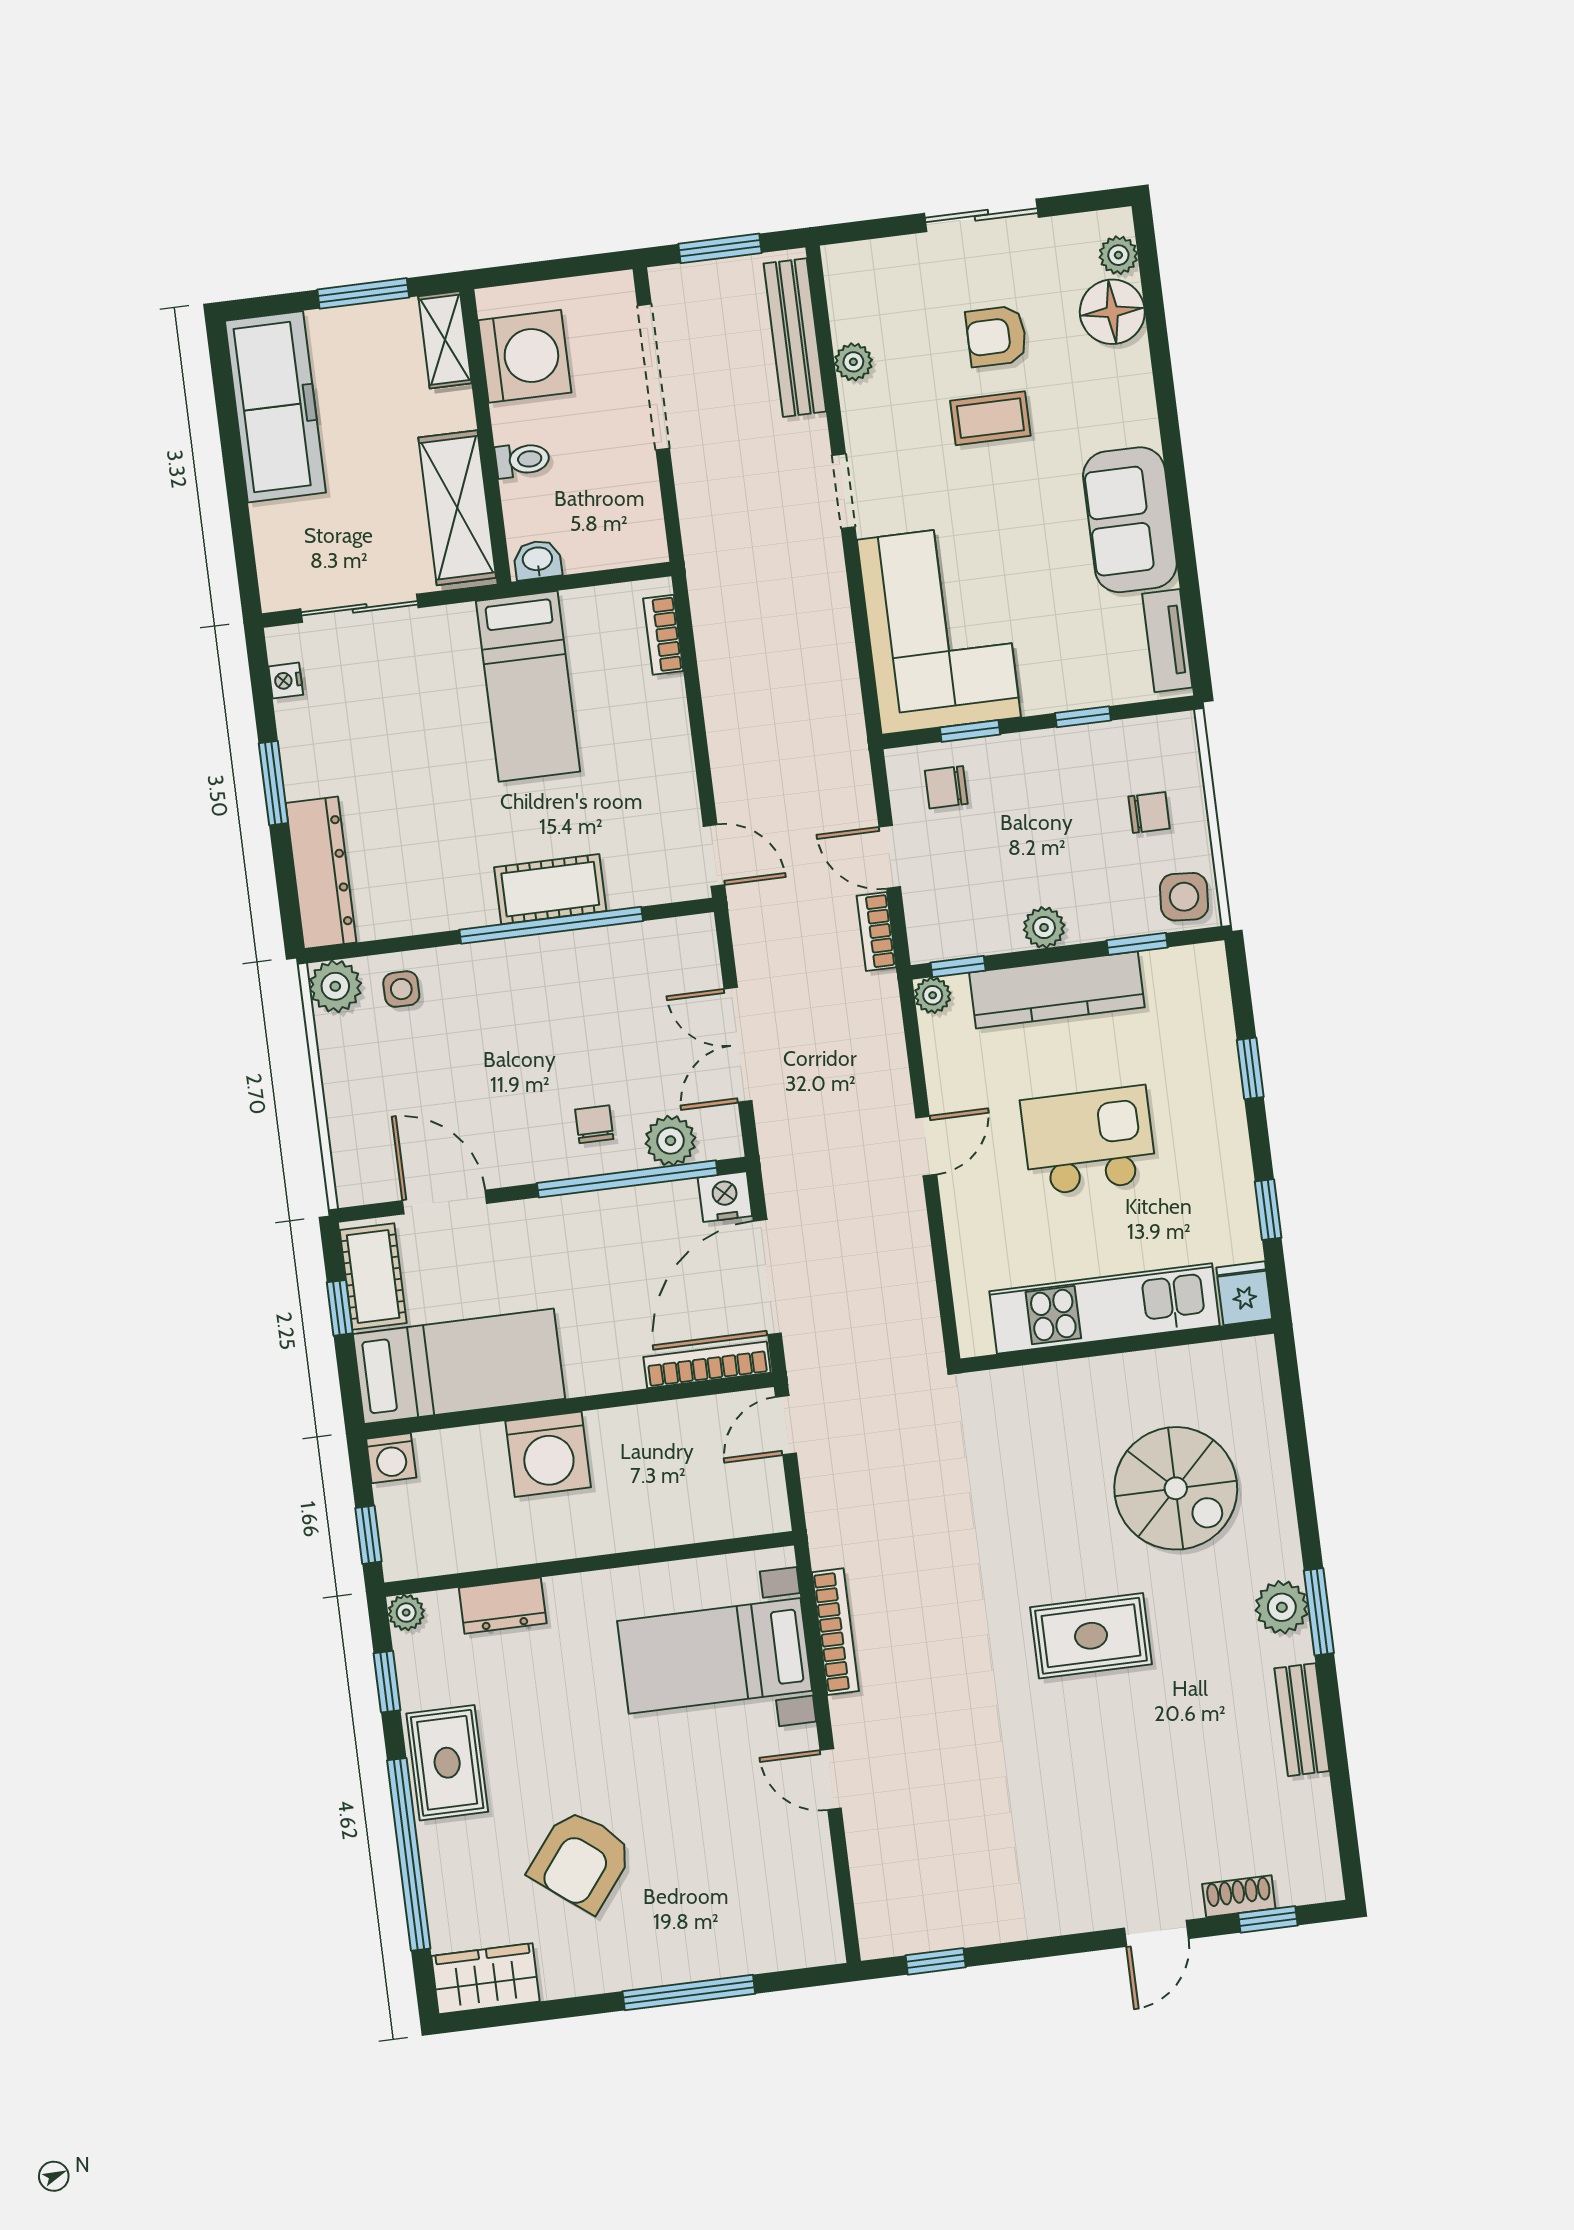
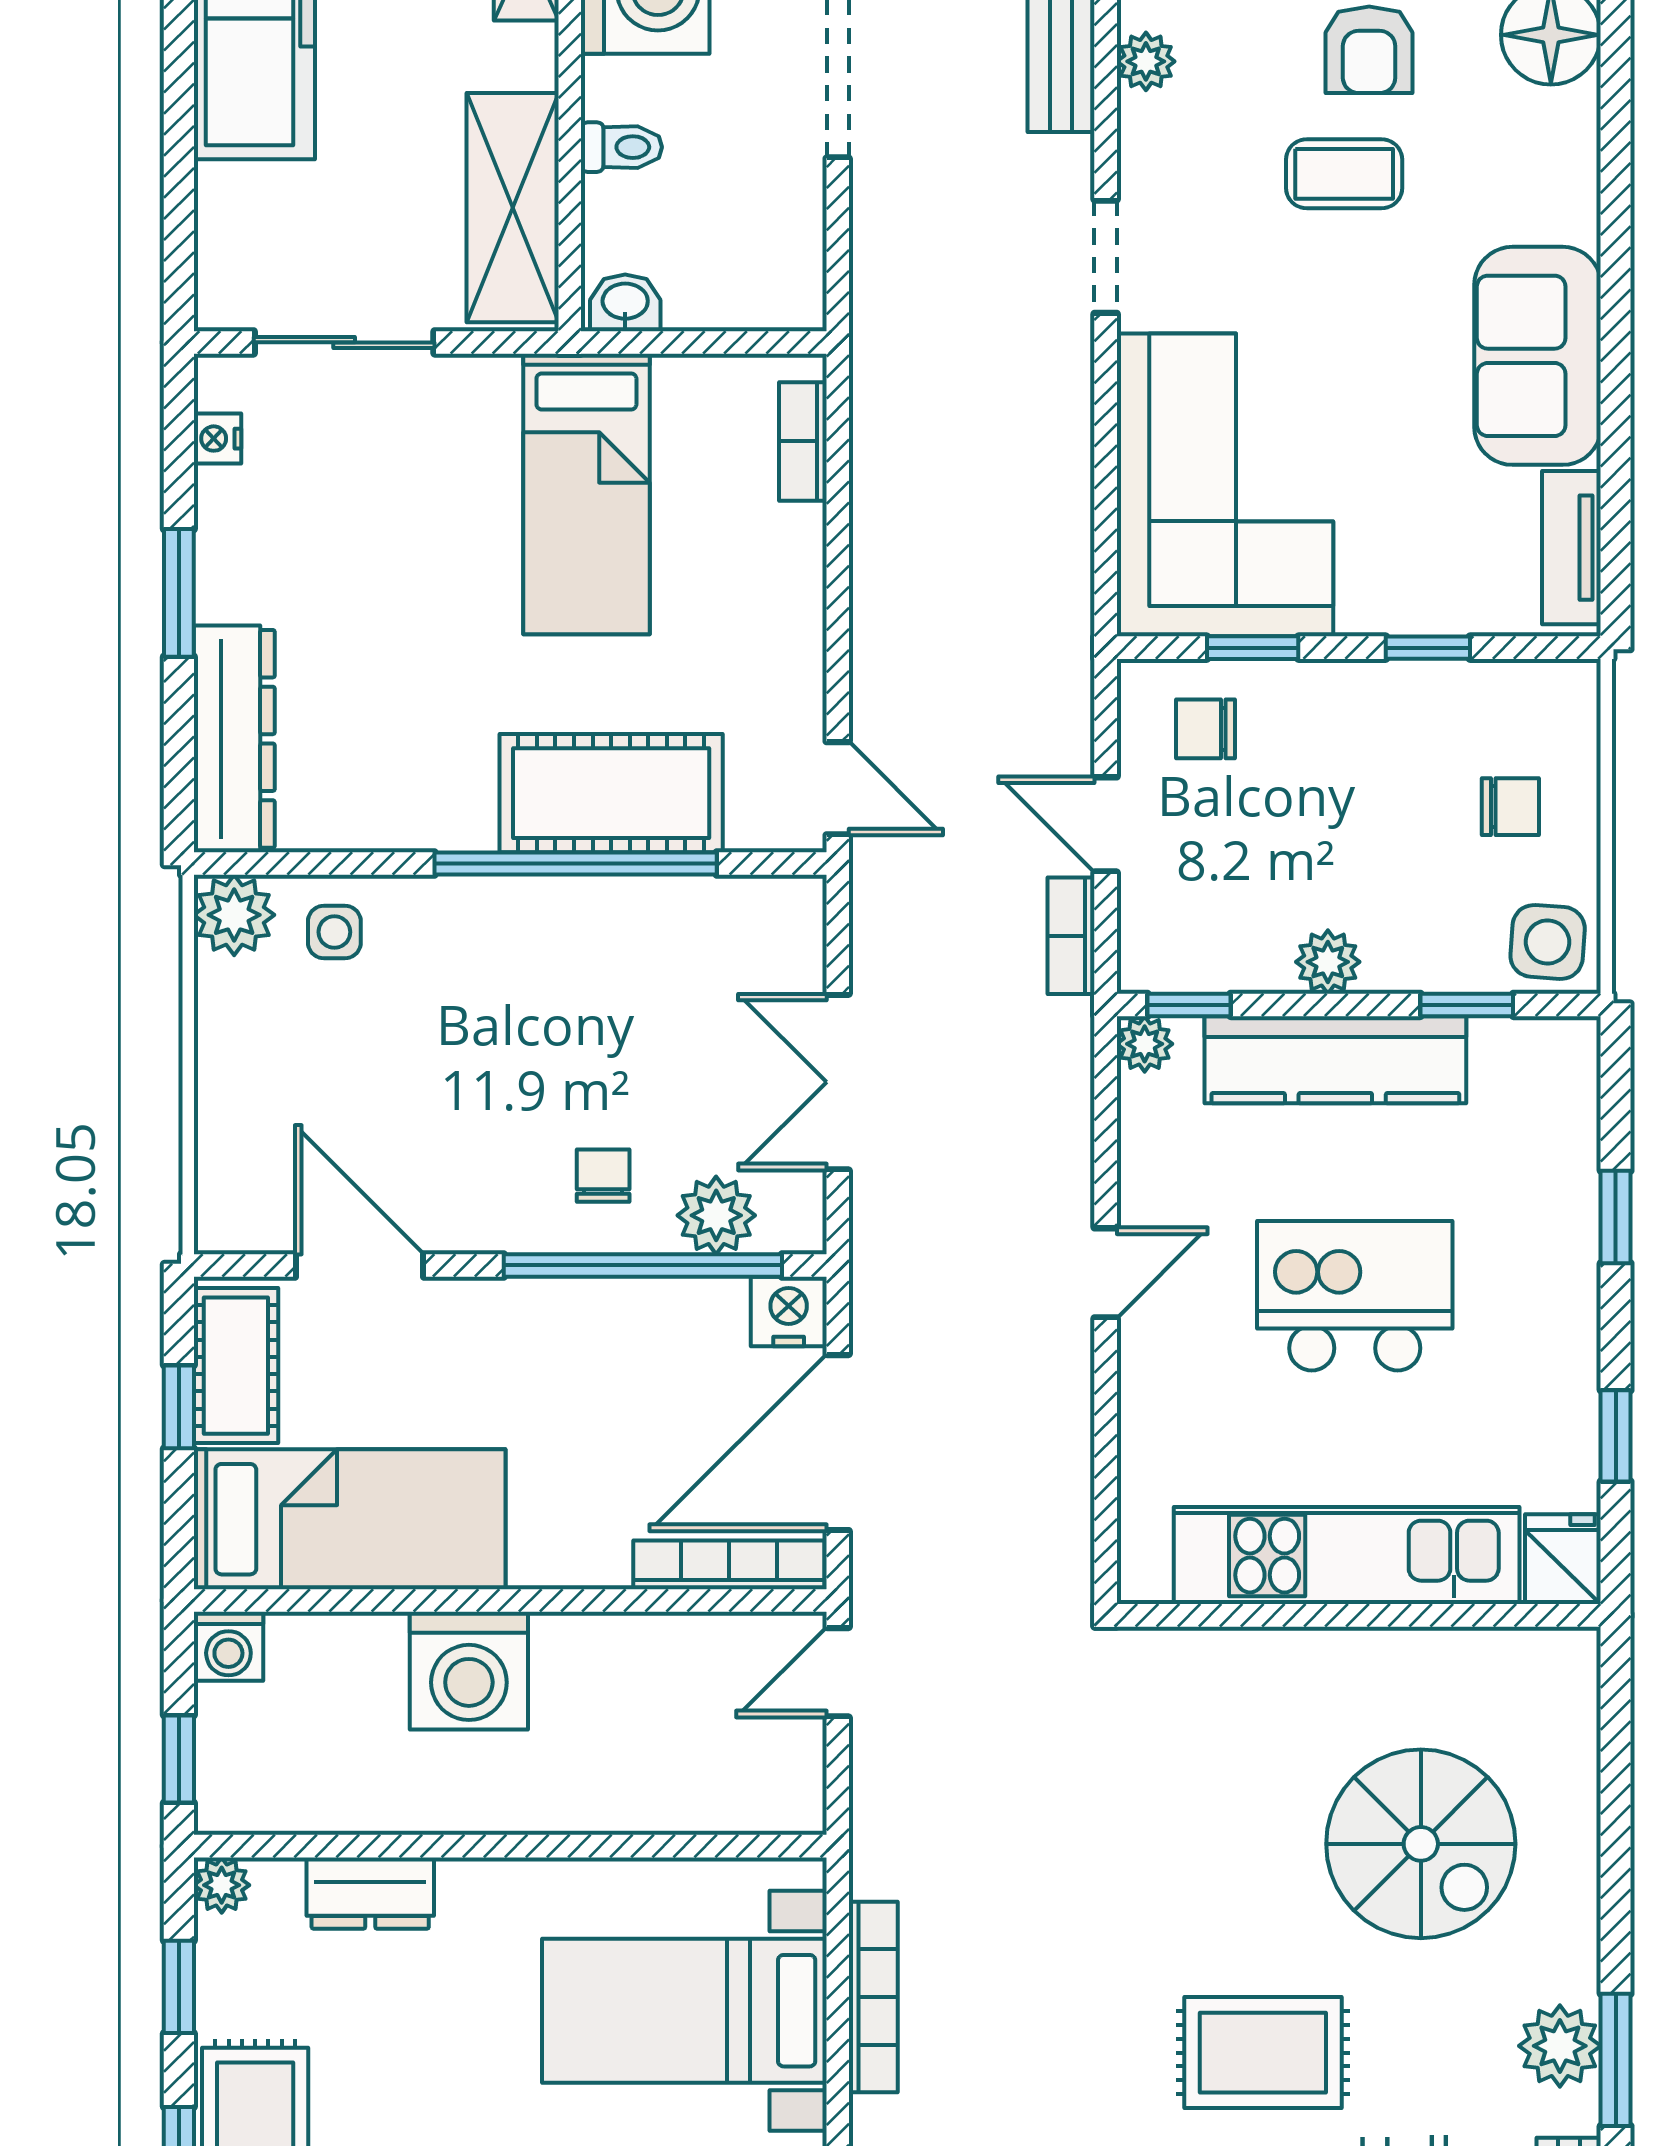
armchair: (996, 336) -> (1369, 50), turned -90
cot: (550, 889) -> (611, 793), width x1.37, depth x1.34

